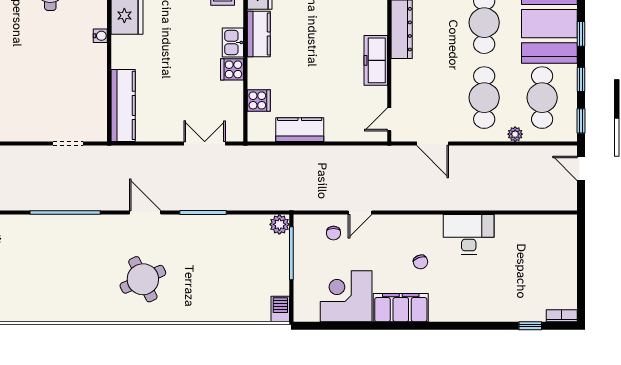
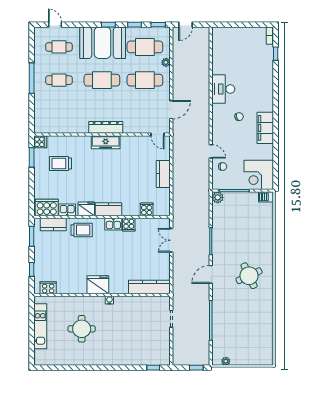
freezer: (376, 60) -> (106, 142), moved
kitchen counter: (300, 130) -> (163, 174), moved
corner desk: (346, 296) -> (259, 175), moved

